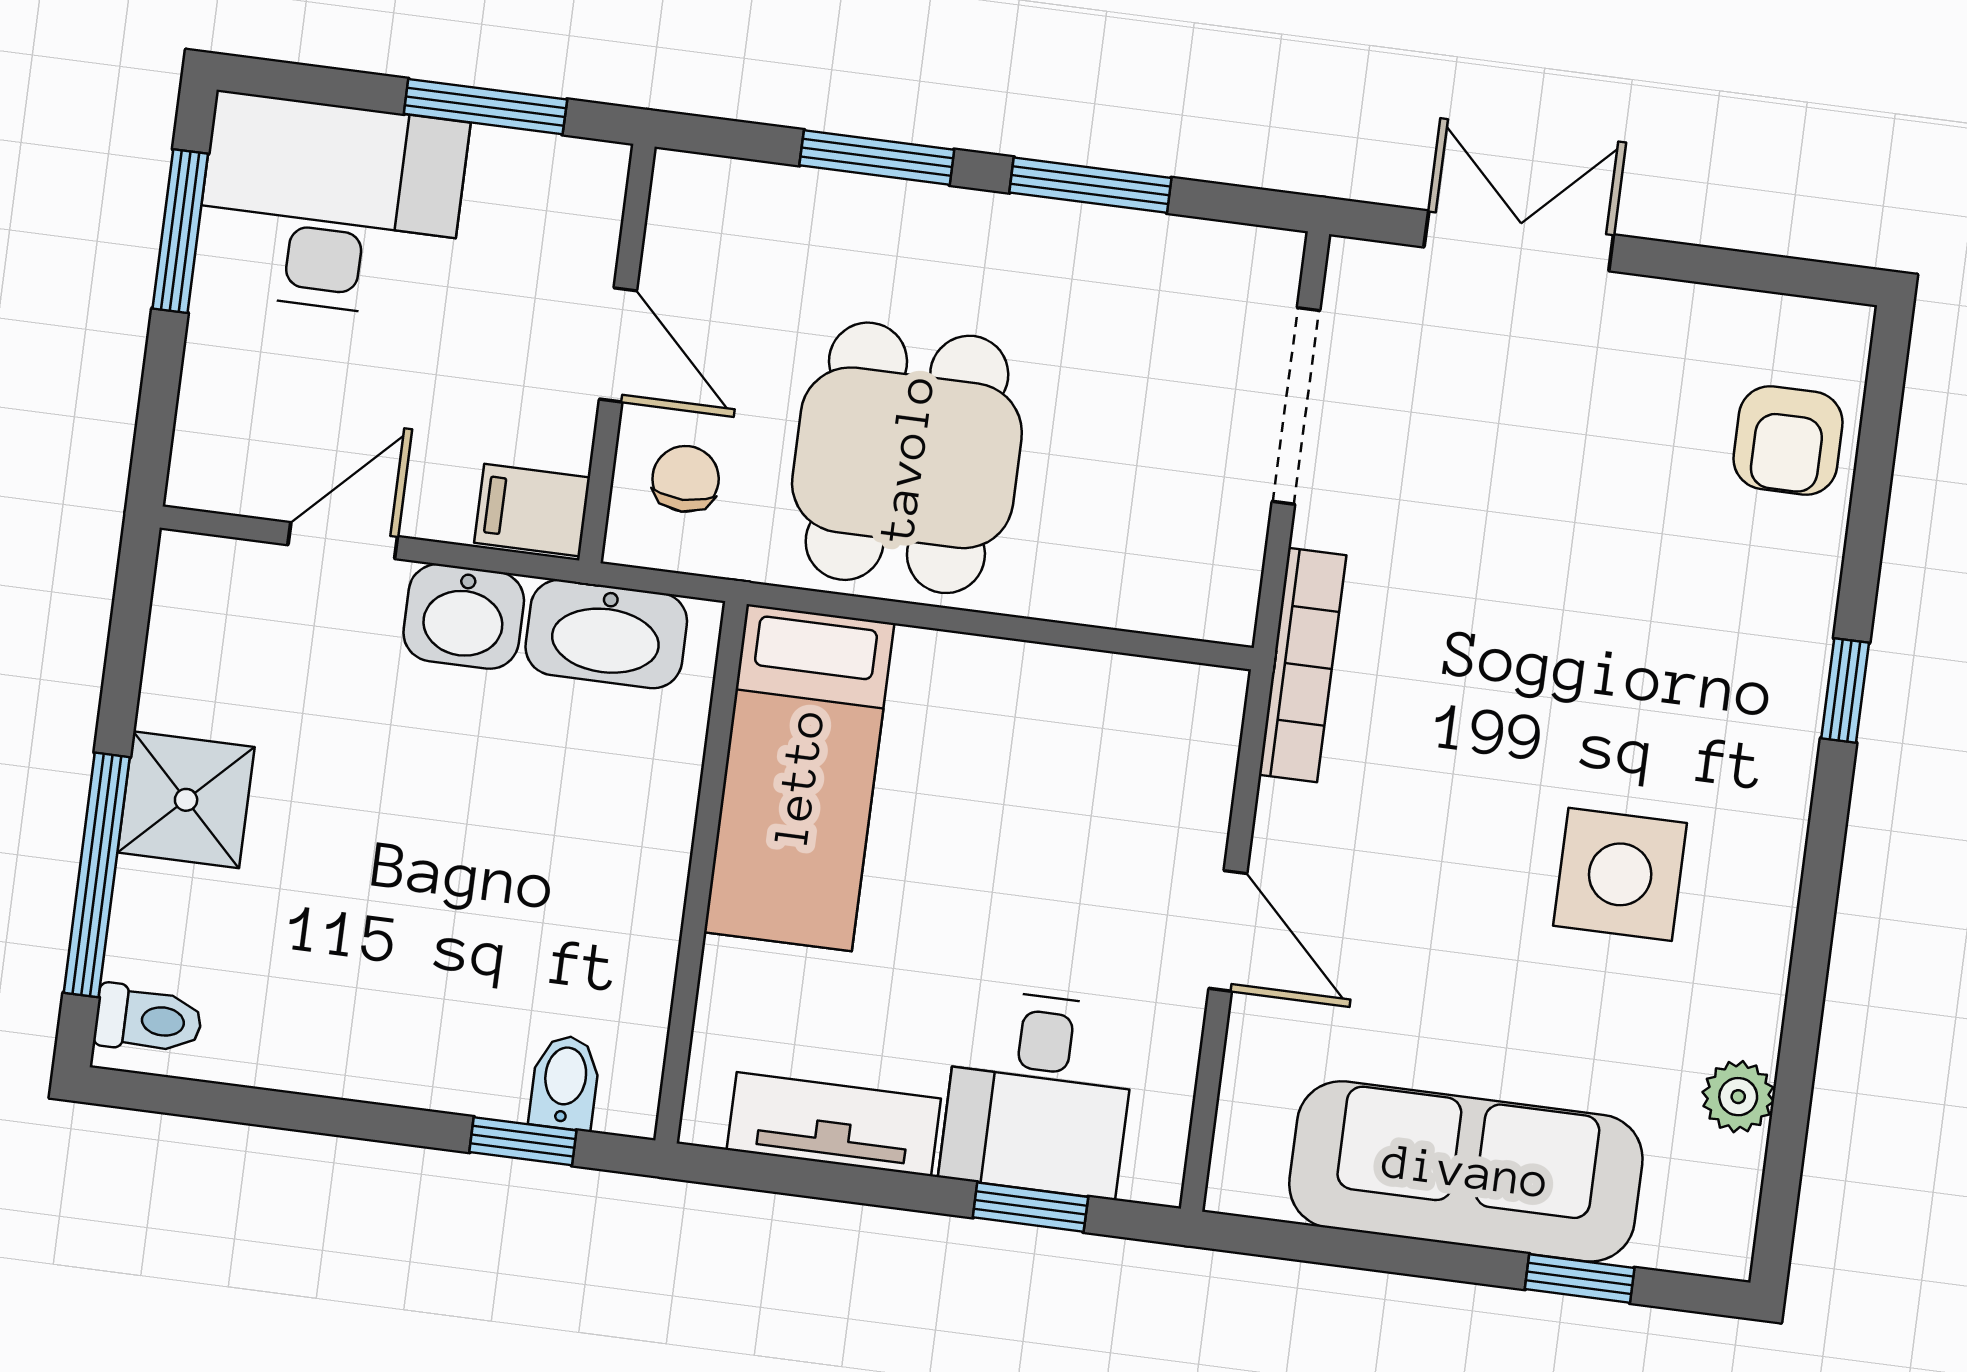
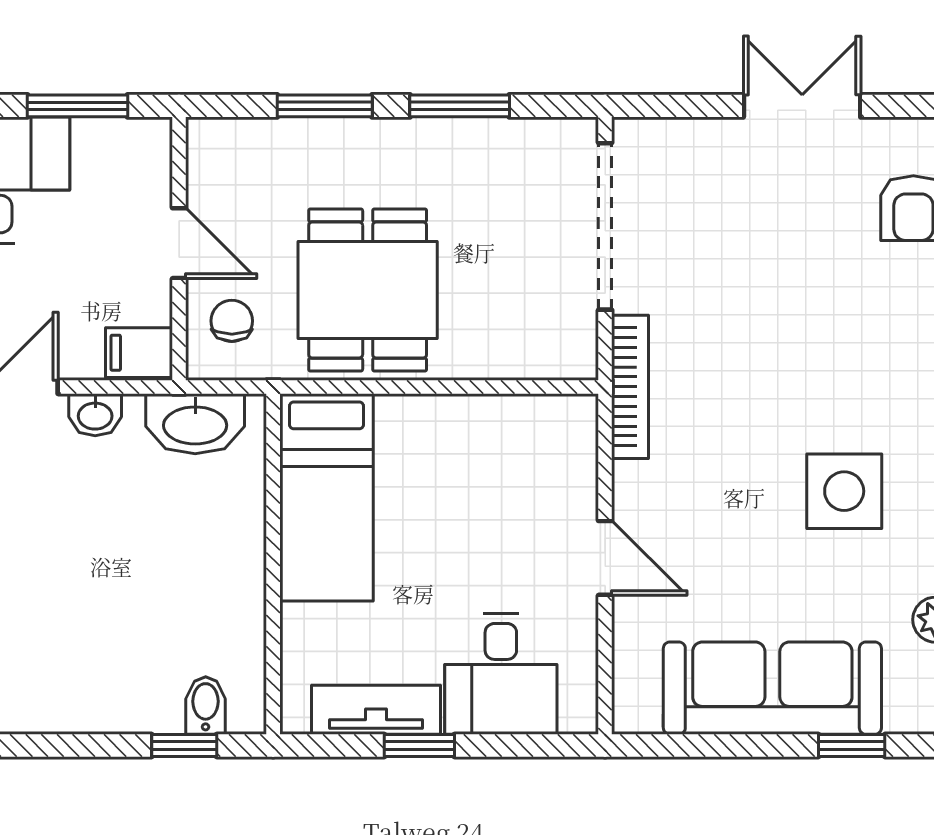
double door: (1519, 241) -> (802, 106), moved
doorway: (1296, 406) -> (605, 226), width x1.36
washbasin: (464, 616) -> (95, 415), width x0.72, depth x0.69
window: (1030, 1207) -> (419, 745), moved

